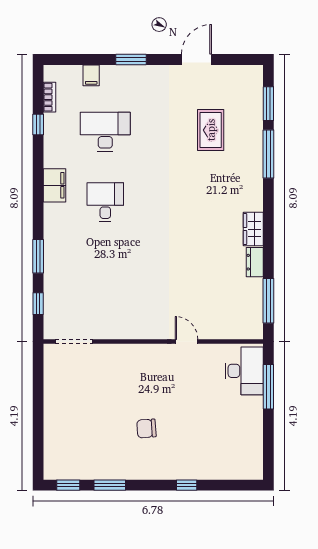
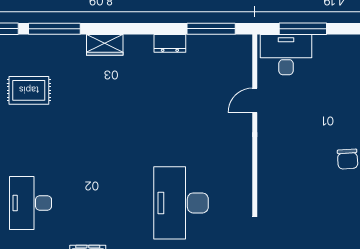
desk: (105, 202) -> (181, 203), moved, width x1.87, depth x1.30
wardrobe: (253, 229) -> (105, 45), moved
door: (187, 342) -> (255, 100), moved

